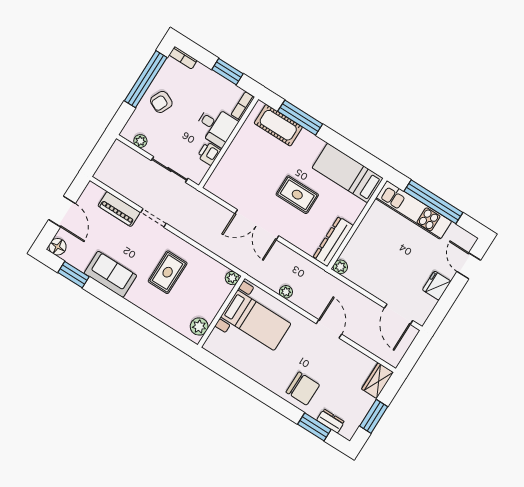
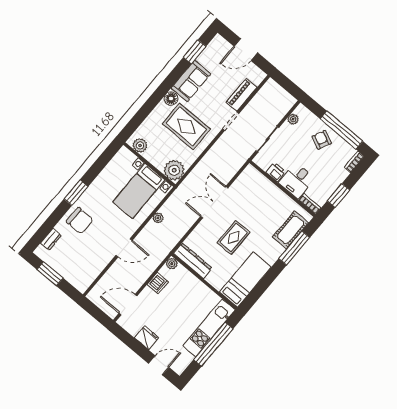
floor lamp: (58, 247) -> (171, 98), moved
rug: (168, 272) -> (186, 126), width x1.36, depth x1.43
plant: (232, 278) -> (174, 170), width x1.88, depth x1.88
dishwasher: (367, 281) -> (158, 283), added
wardrobe: (378, 381) -> (78, 281), removed
chair: (303, 388) -> (80, 221), turned -90
window: (314, 427) -> (76, 193), moved

